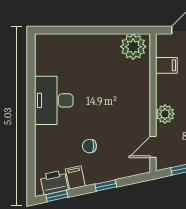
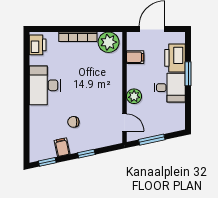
bookcase: (95, 40) -> (78, 37), added
door: (153, 147) -> (124, 123), swing flipped
printer: (54, 182) -> (38, 45), moved, turned 102

